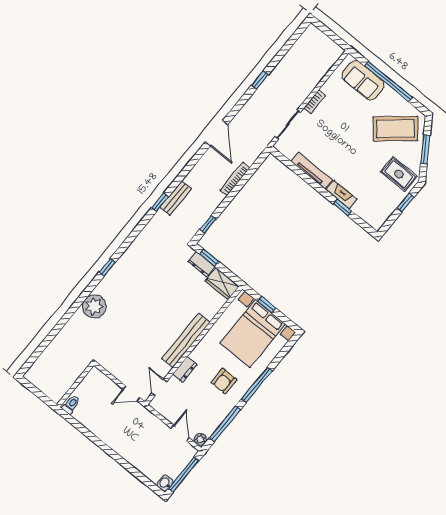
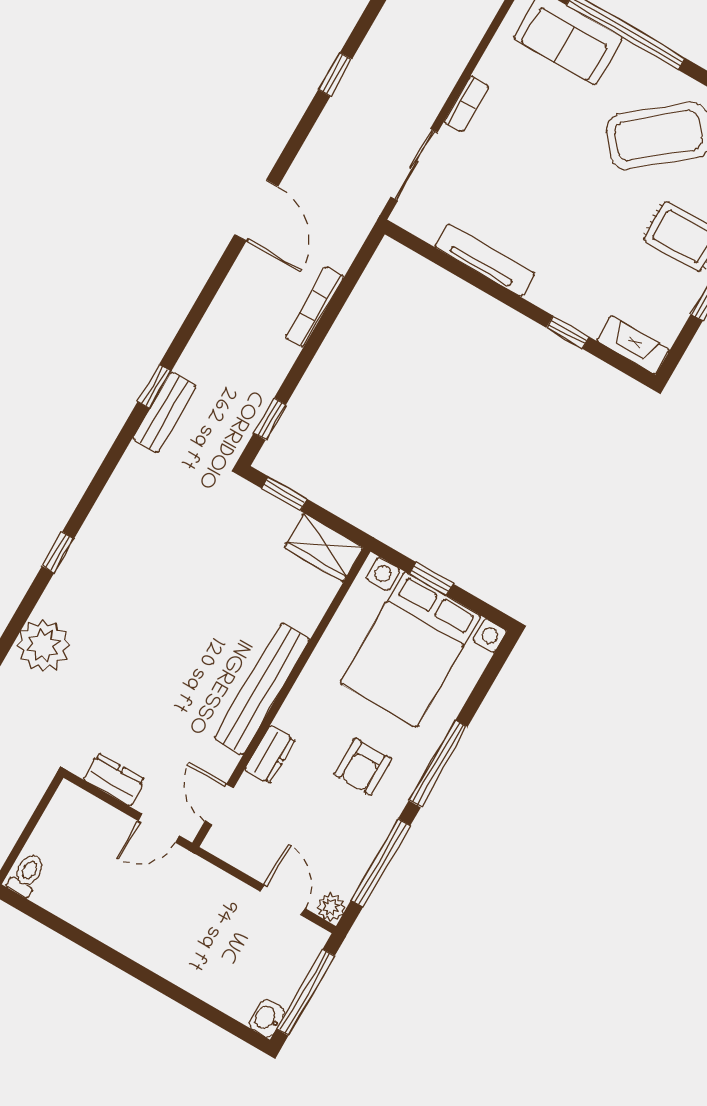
fireplace: (342, 194) -> (633, 345), moved
bench: (176, 198) -> (164, 412), moved
dresser: (202, 264) -> (114, 780), moved, turned 180

